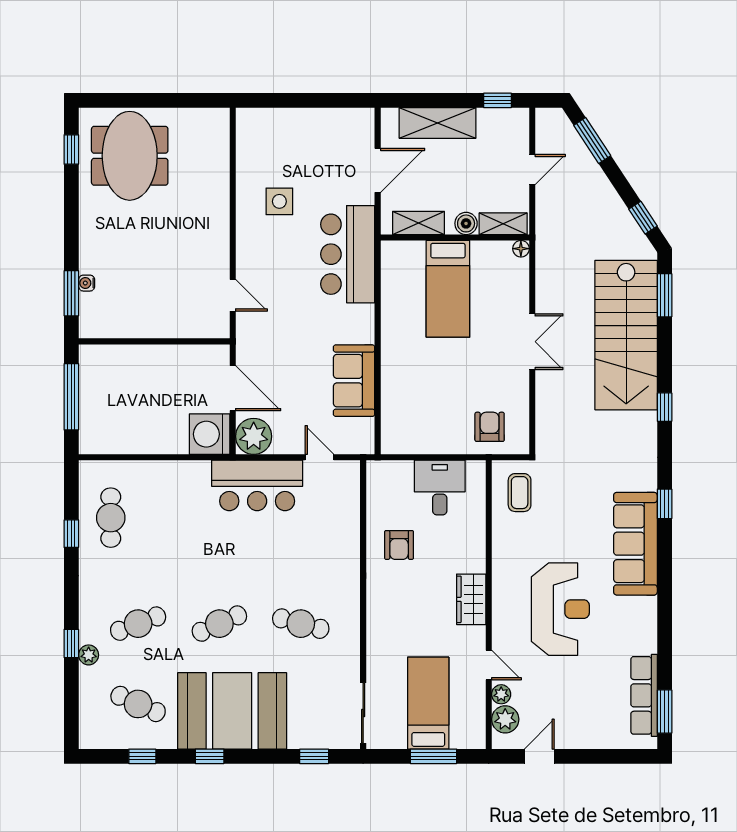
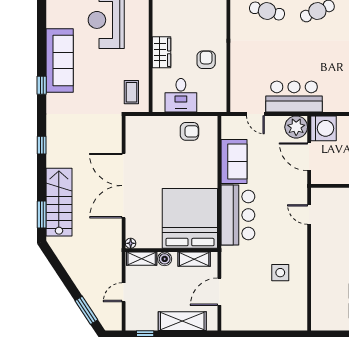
window: (643, 218) -> (55, 263), removed
bar counter: (348, 254) -> (238, 215), moved
bed: (448, 289) -> (190, 218), width x2.04
stairs: (626, 335) -> (59, 202), width x0.73, depth x0.66
double door: (532, 342) -> (124, 186), width x1.87
armchair: (490, 427) -> (189, 131), moved, turned -90
wardrobe: (471, 599) -> (161, 52), moved

